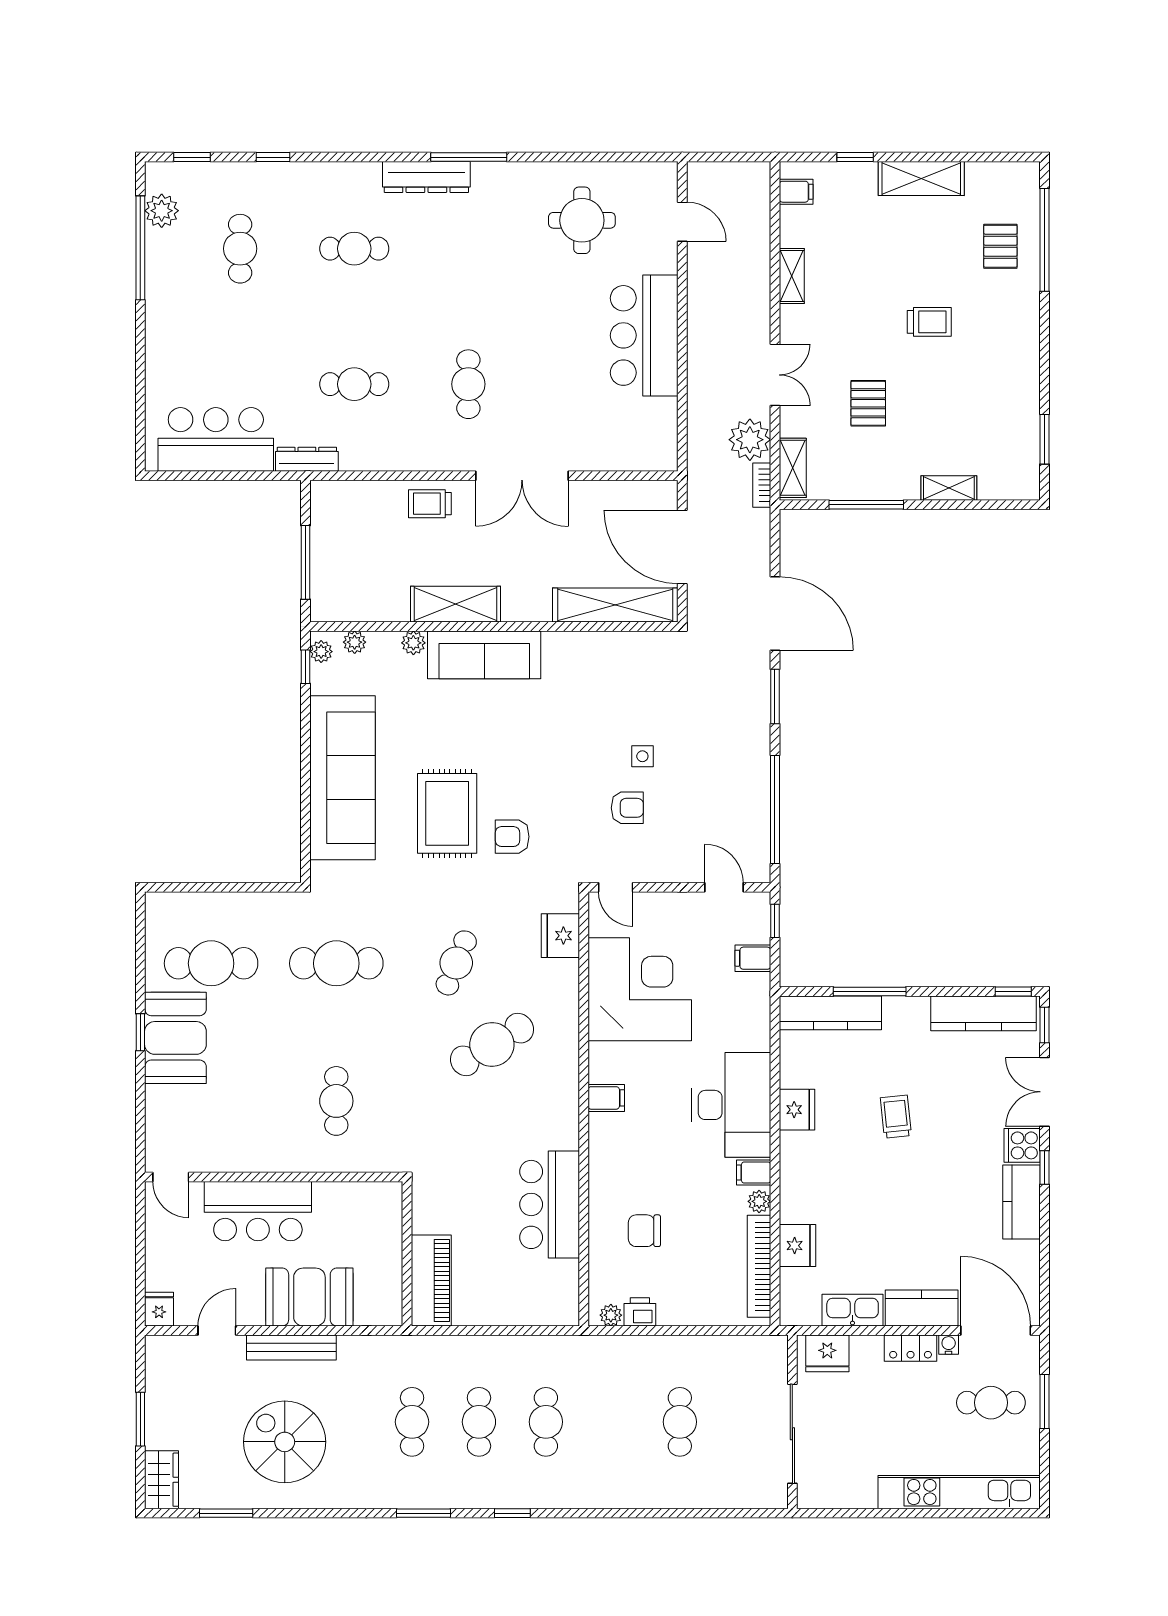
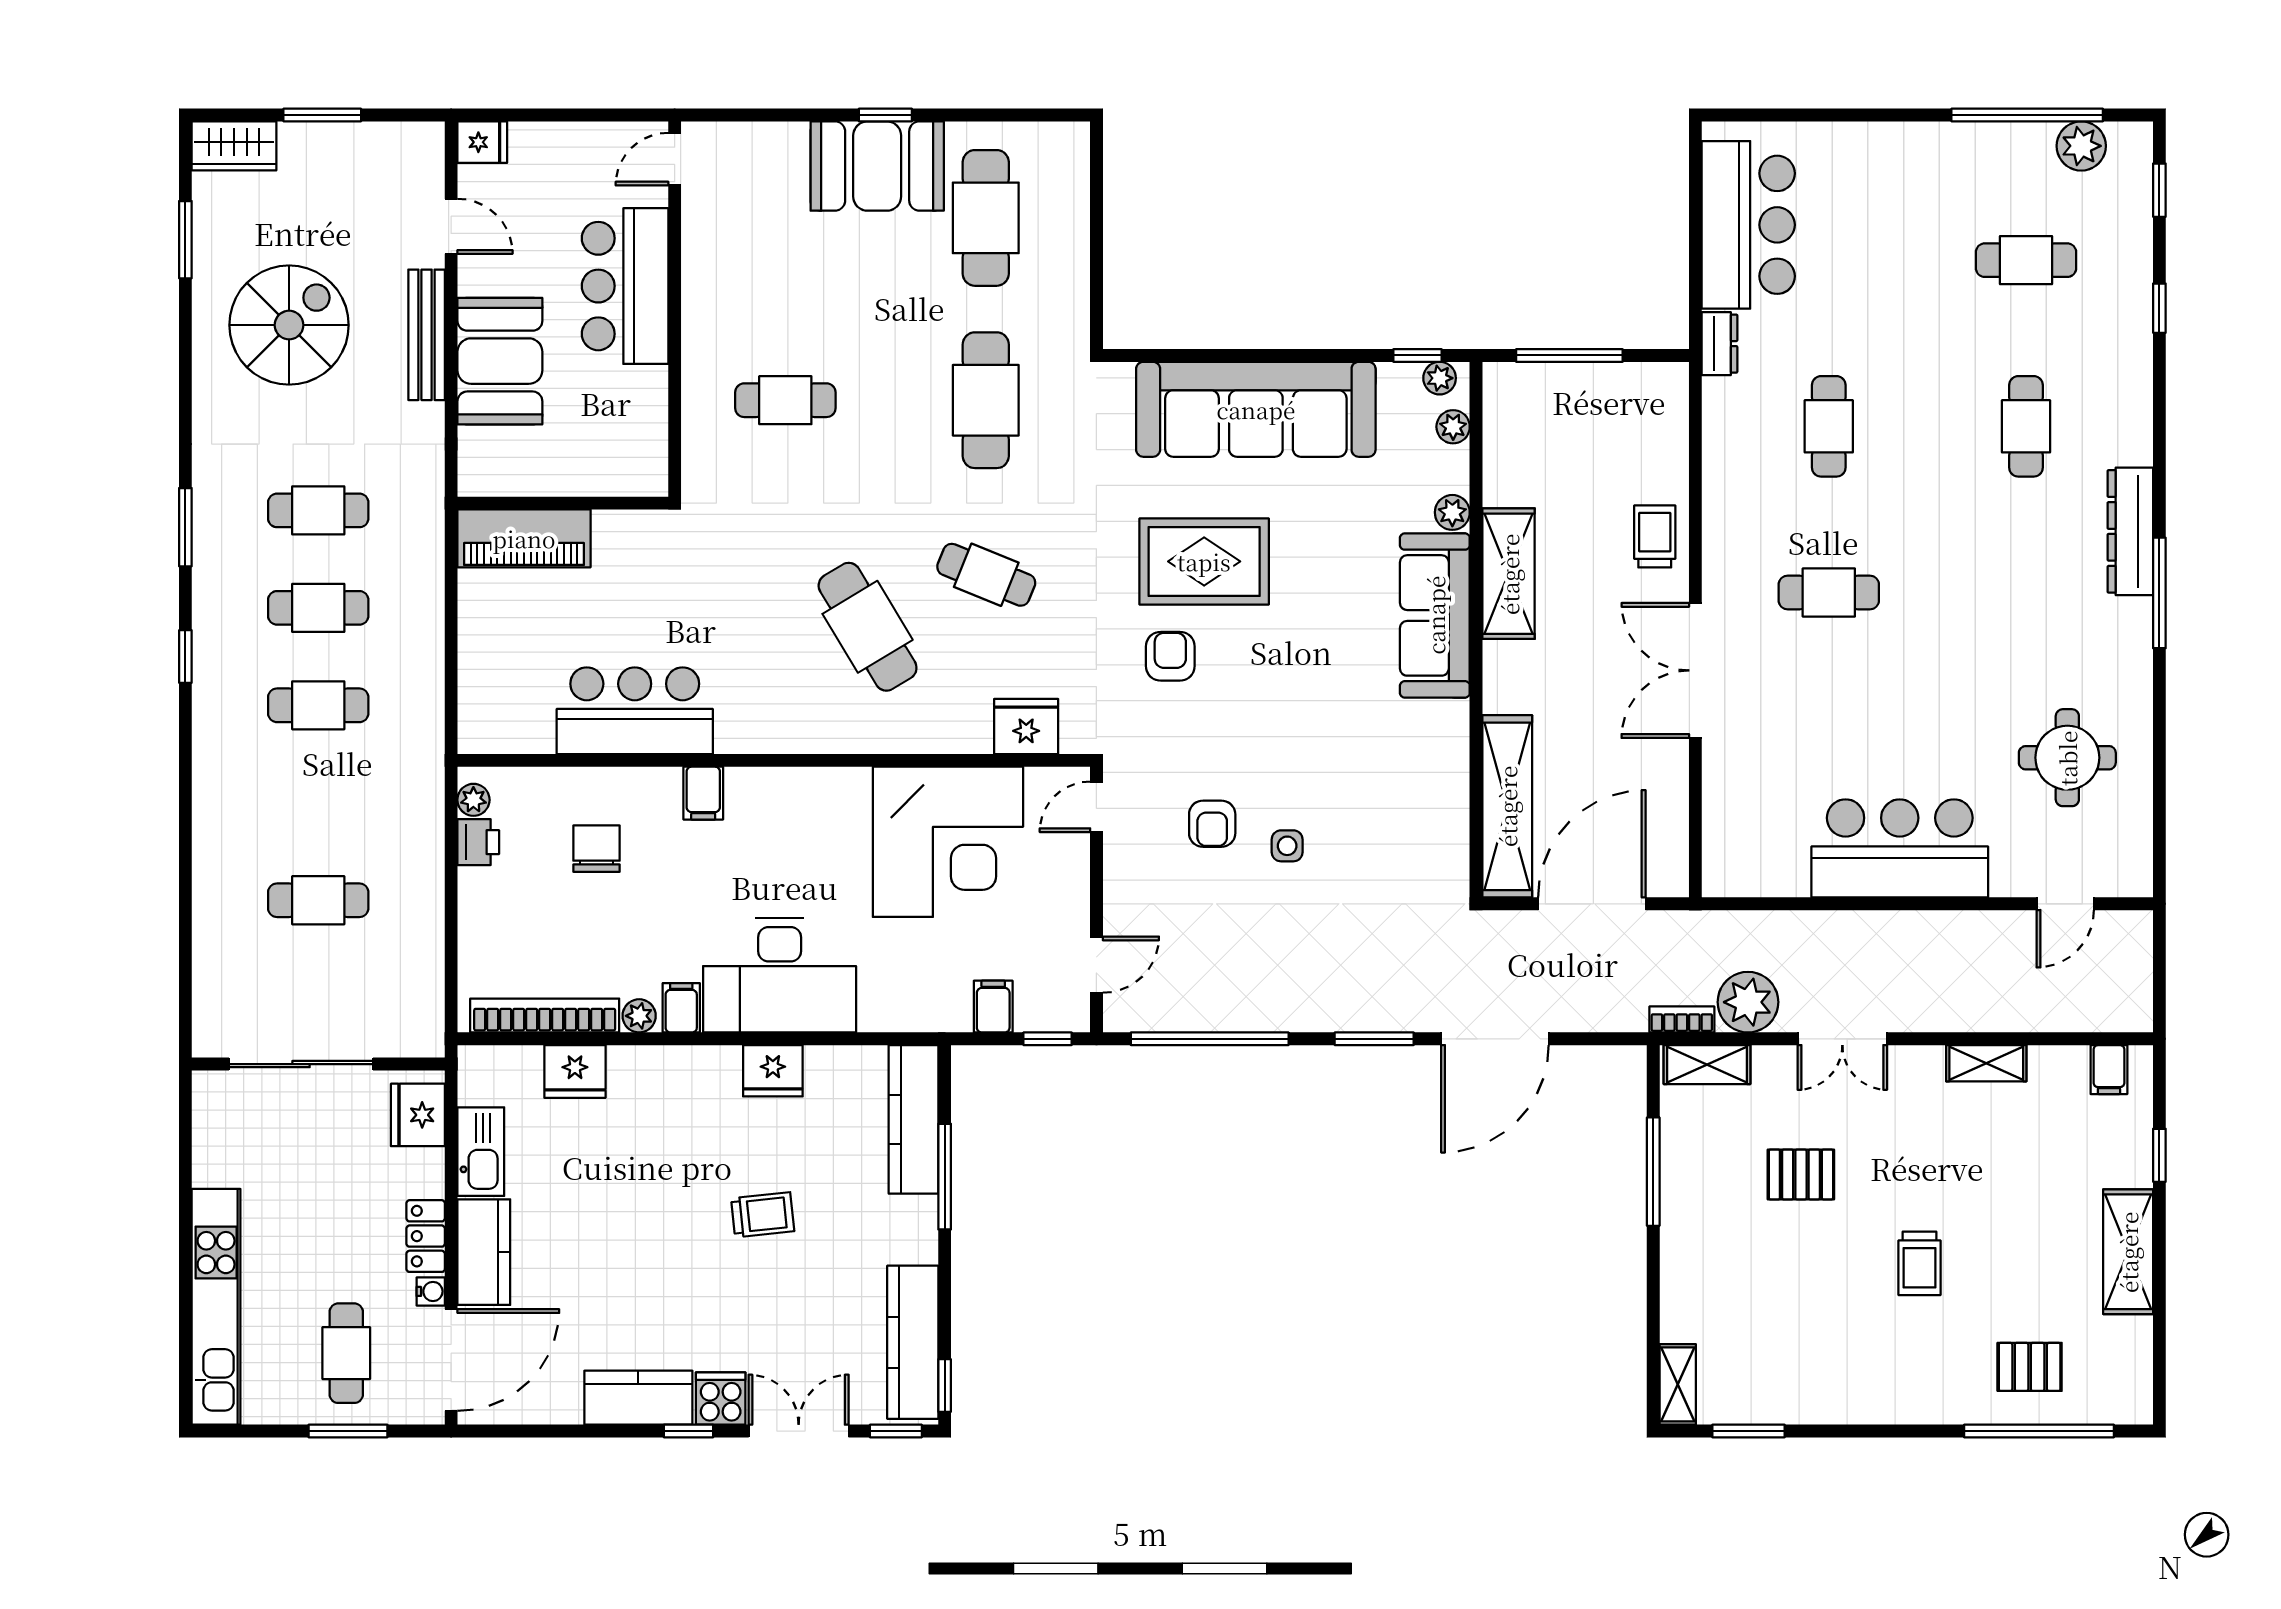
dresser: (307, 459) -> (1719, 344), width x0.70
shelving: (949, 488) -> (1678, 1384), moved
filing cabinet: (606, 1098) -> (703, 793), moved

